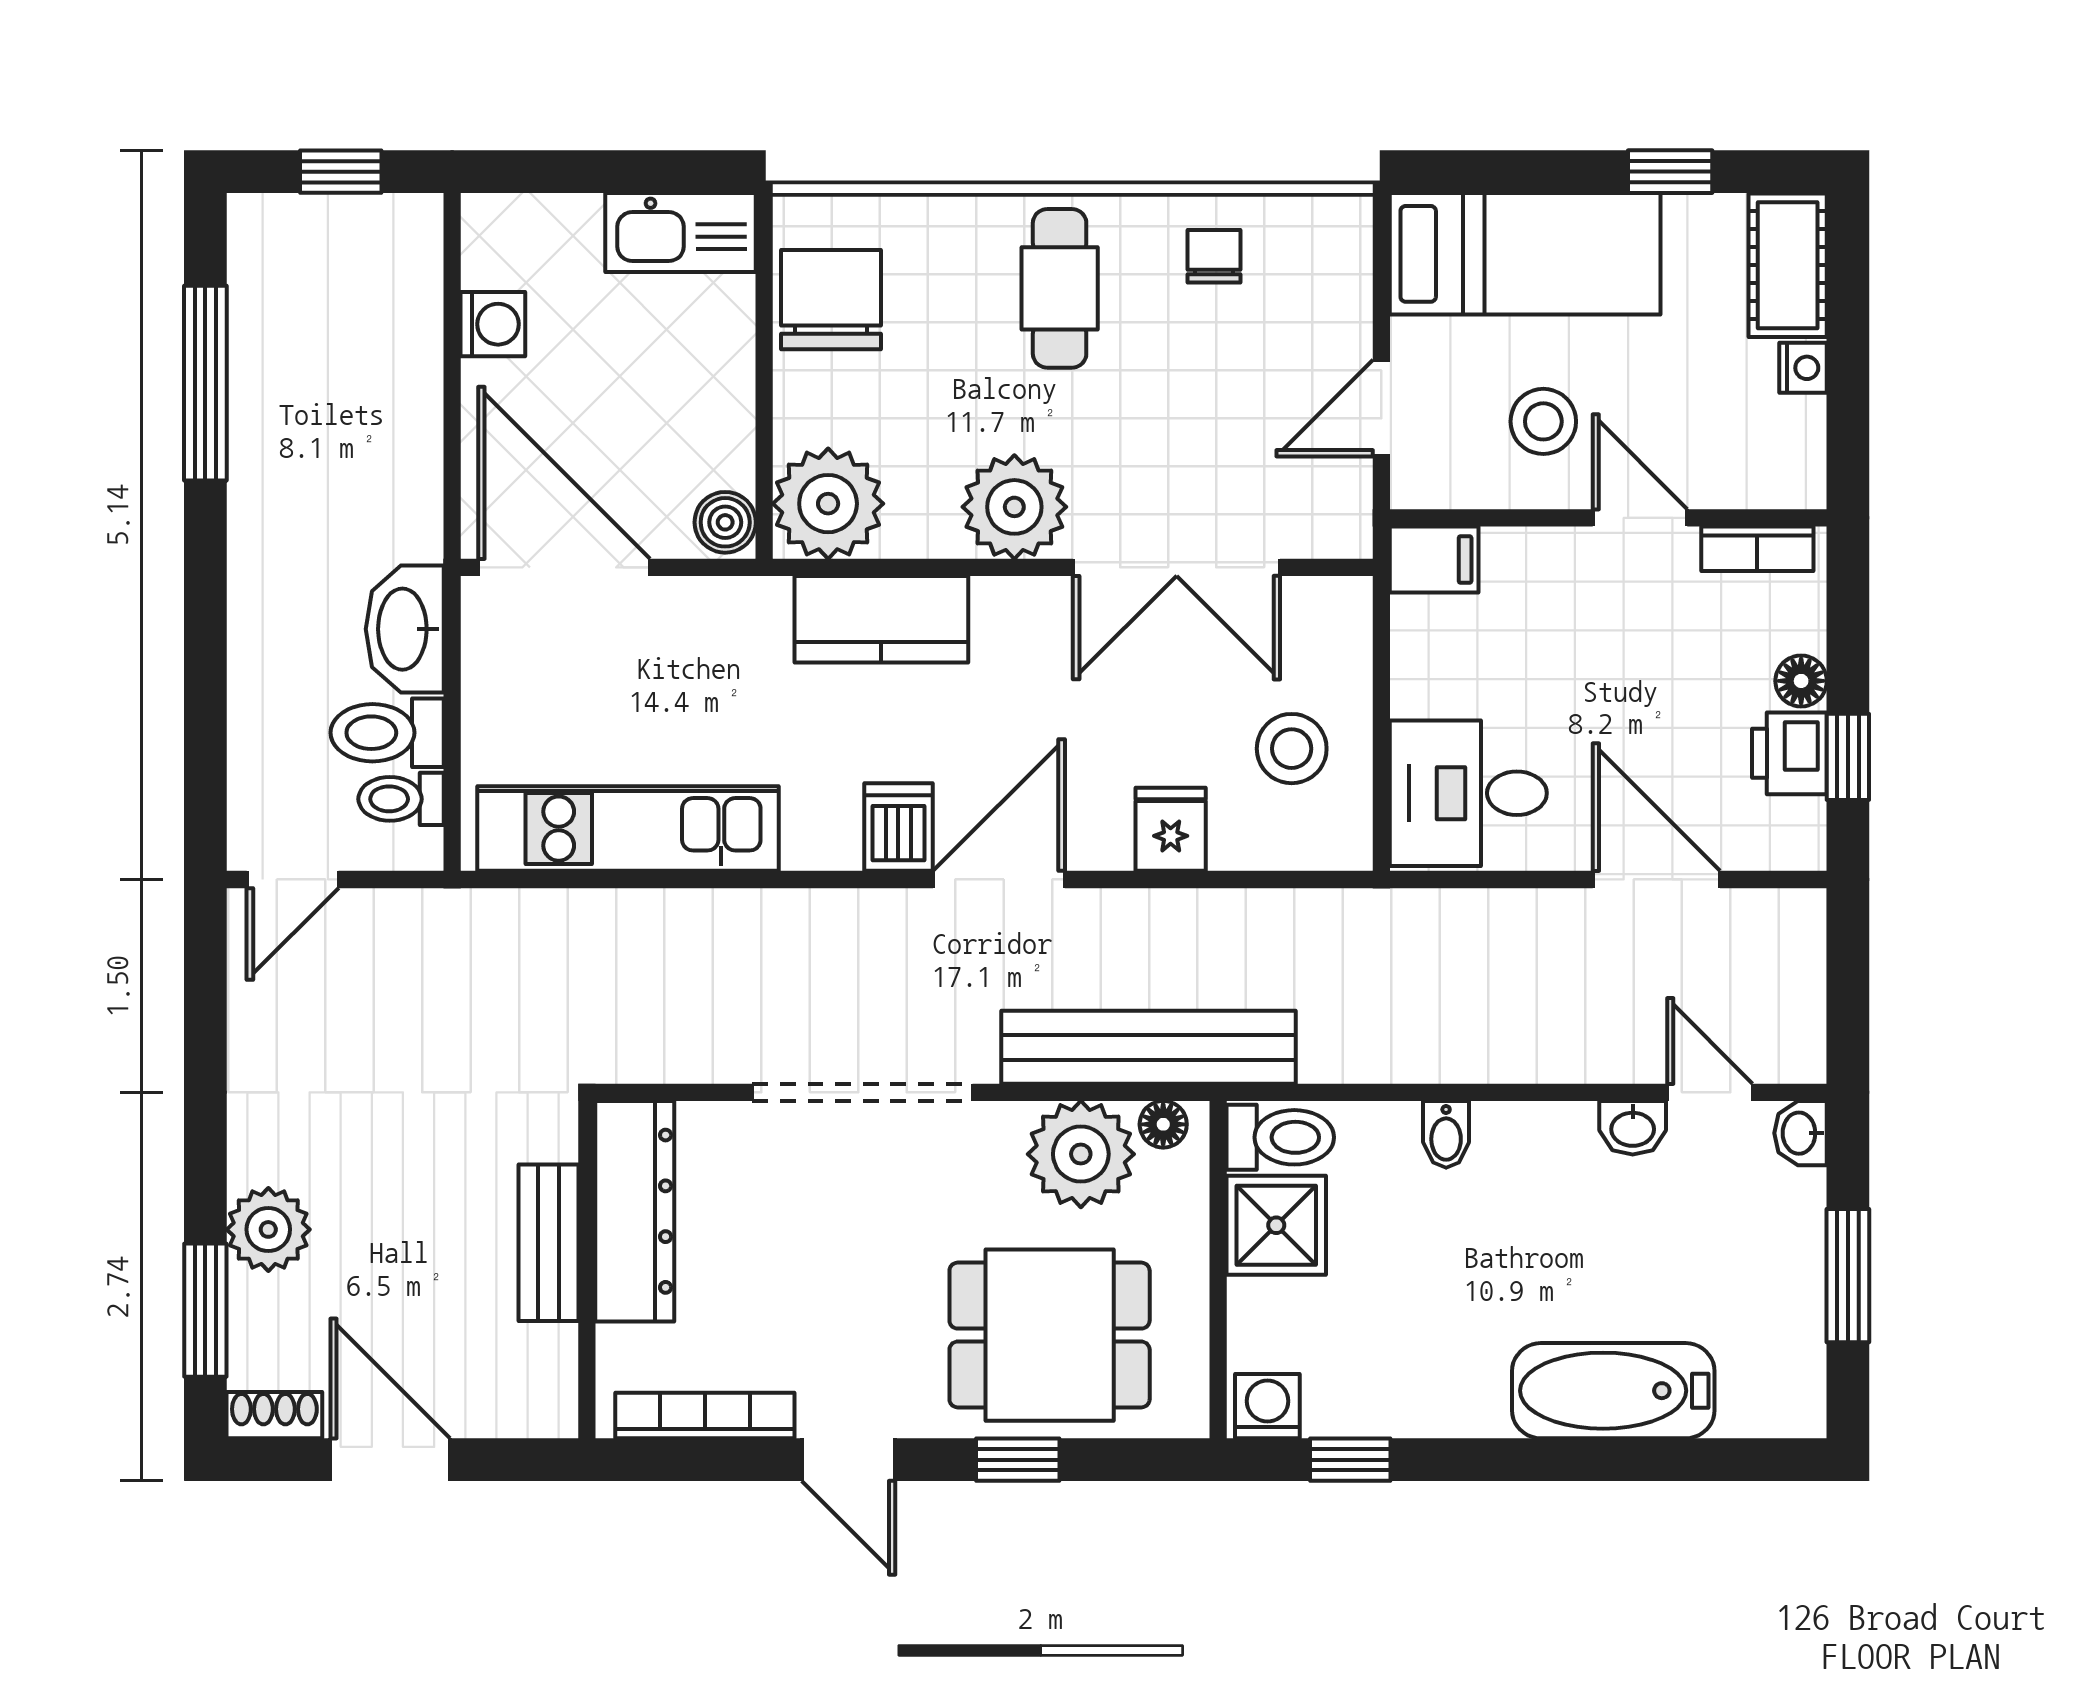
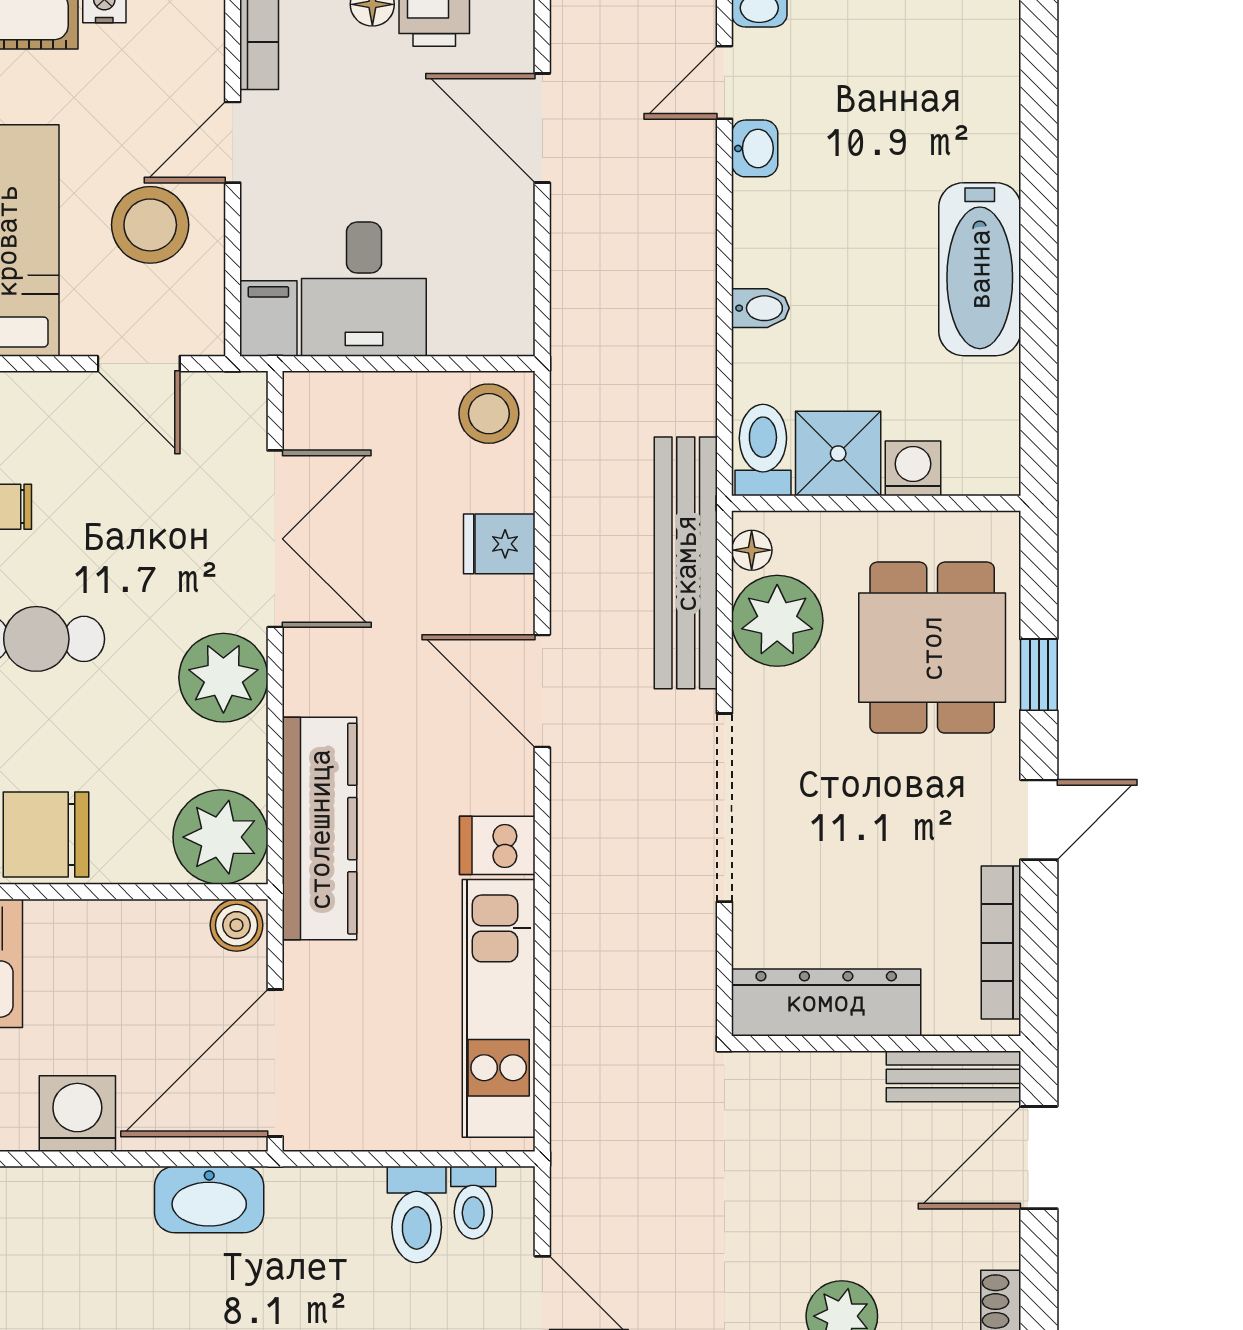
washing machine: (493, 324) -> (77, 1114), width x1.38, depth x1.38
stool: (1543, 421) -> (150, 225), width x1.38, depth x1.38
kitchen counter: (881, 619) -> (320, 829), width x1.50
washbasin: (405, 629) -> (209, 1199), moved
stool: (1292, 749) -> (489, 414), moved
desk: (1468, 793) -> (364, 289), moved
dishwasher: (898, 827) -> (497, 845), moved
door: (1656, 879) -> (542, 128), hinge flipped
bench: (548, 1243) -> (954, 1076), moved
bathtub: (1613, 1391) -> (980, 269), moved
washing machine: (1267, 1406) -> (913, 468), moved, turned 90
door: (390, 1460) -> (1039, 1158), moved
window: (1350, 1460) -> (1039, 390), removed

